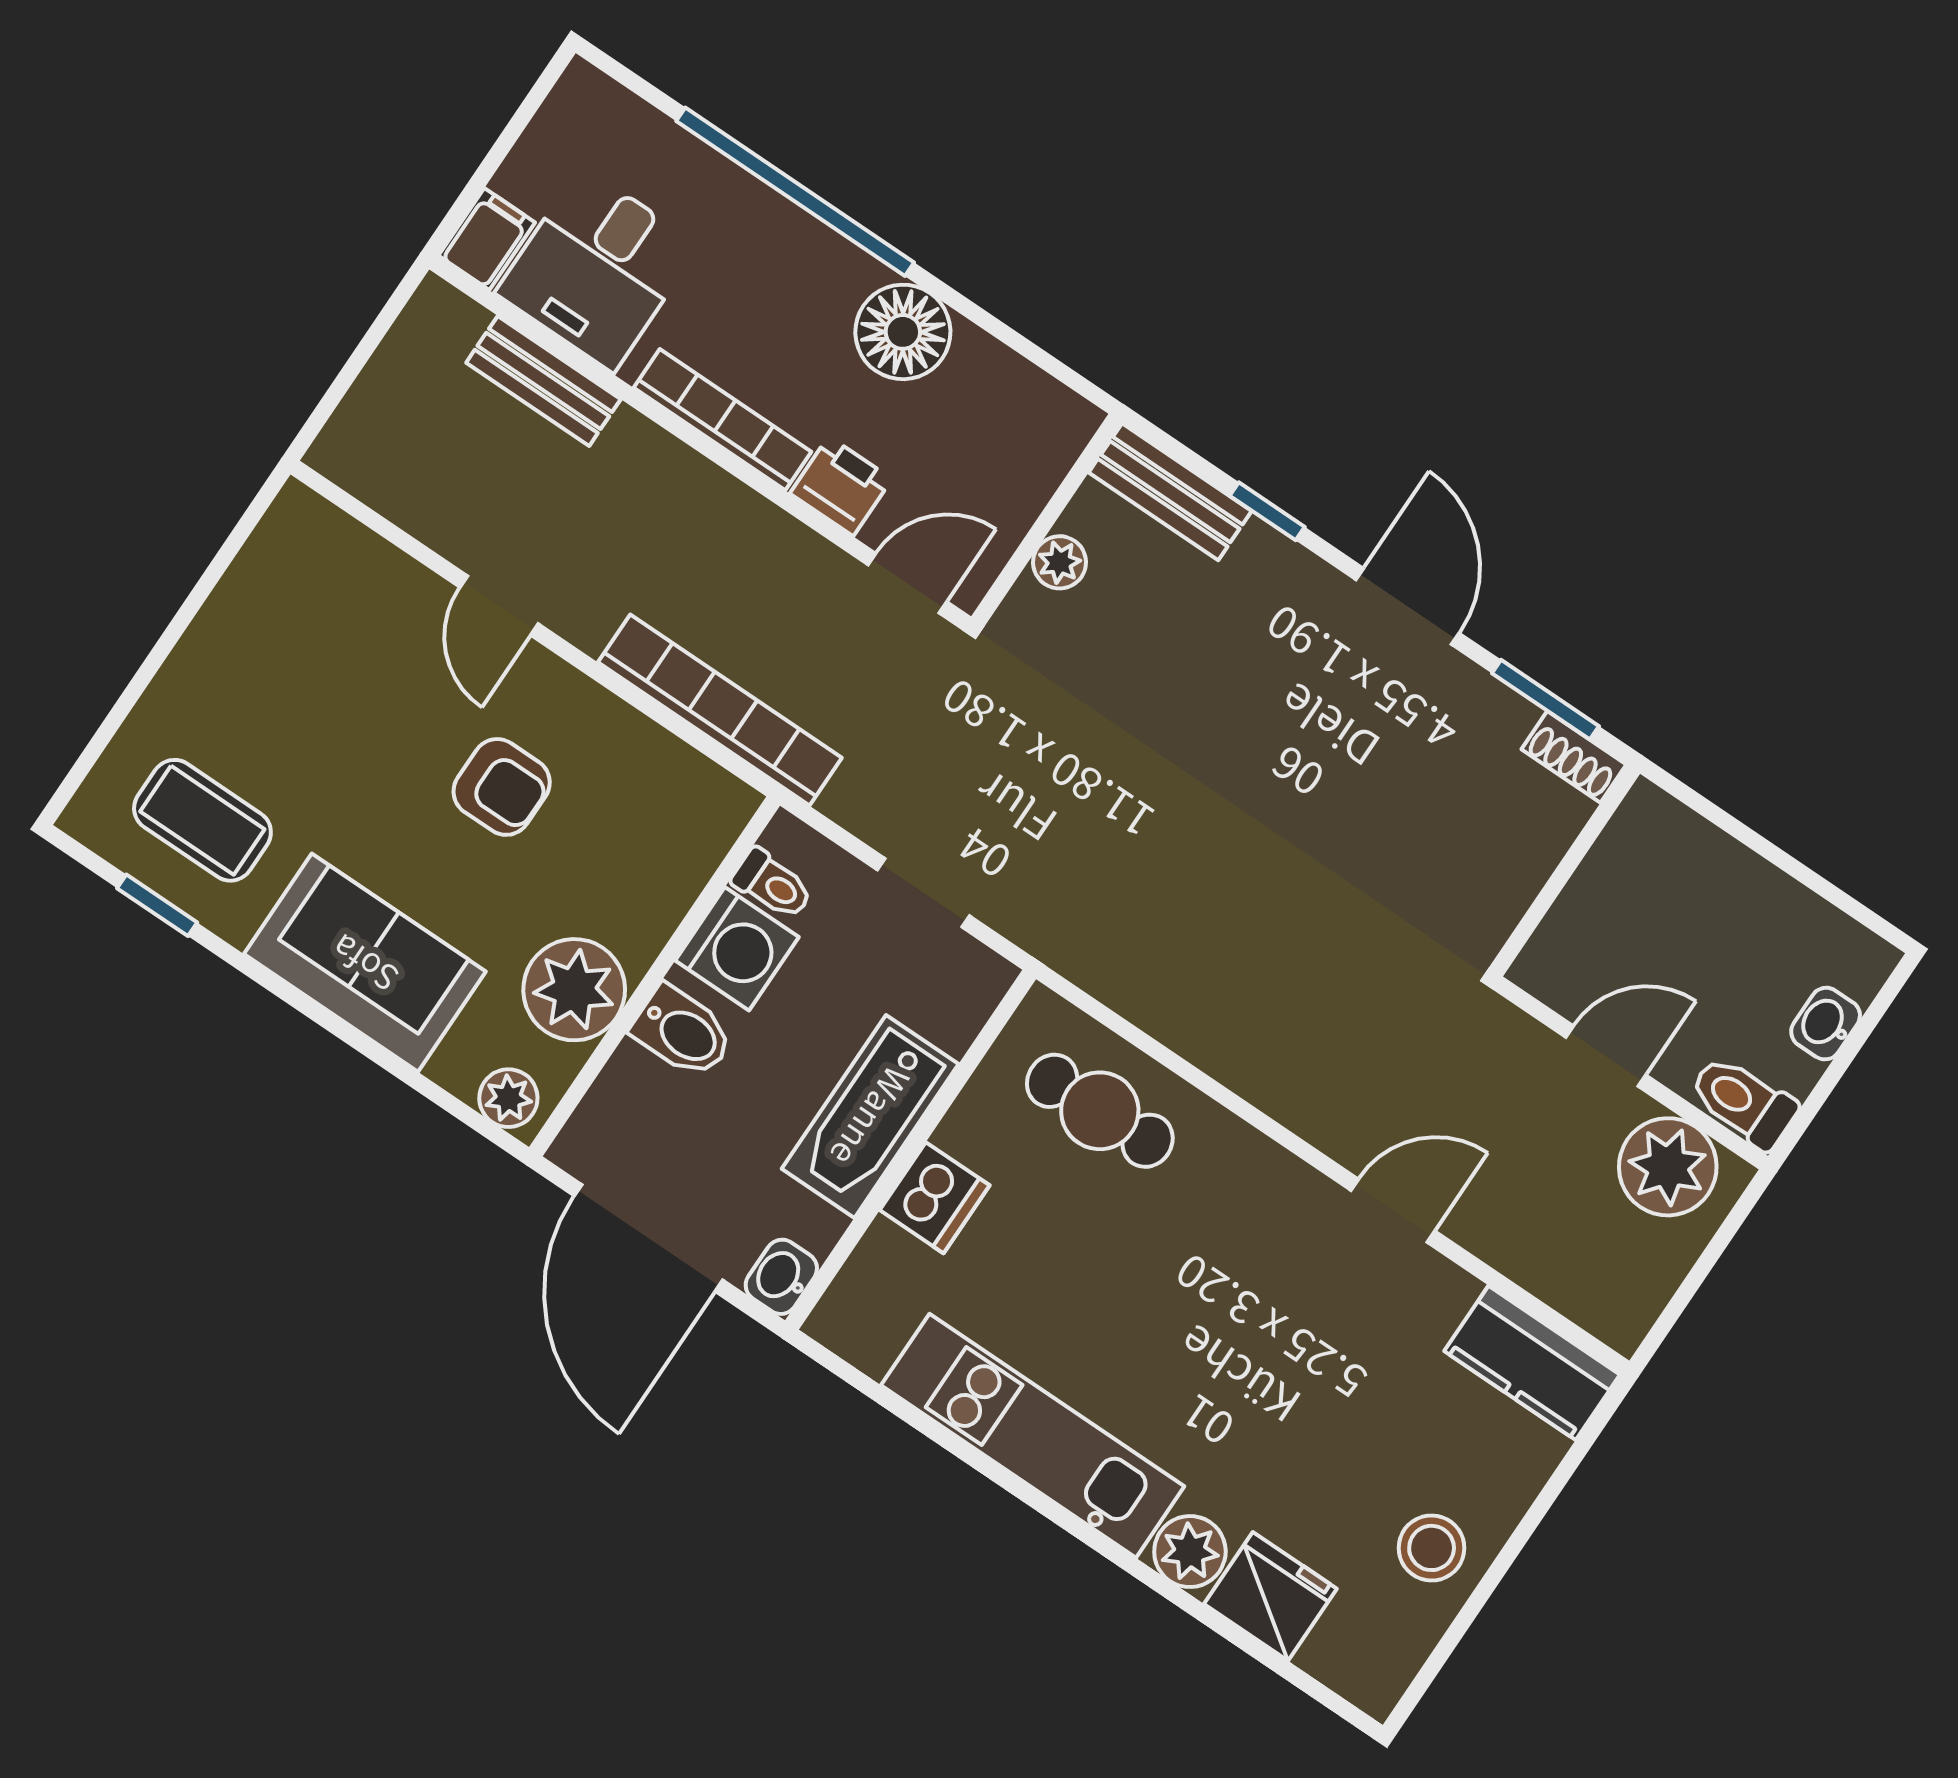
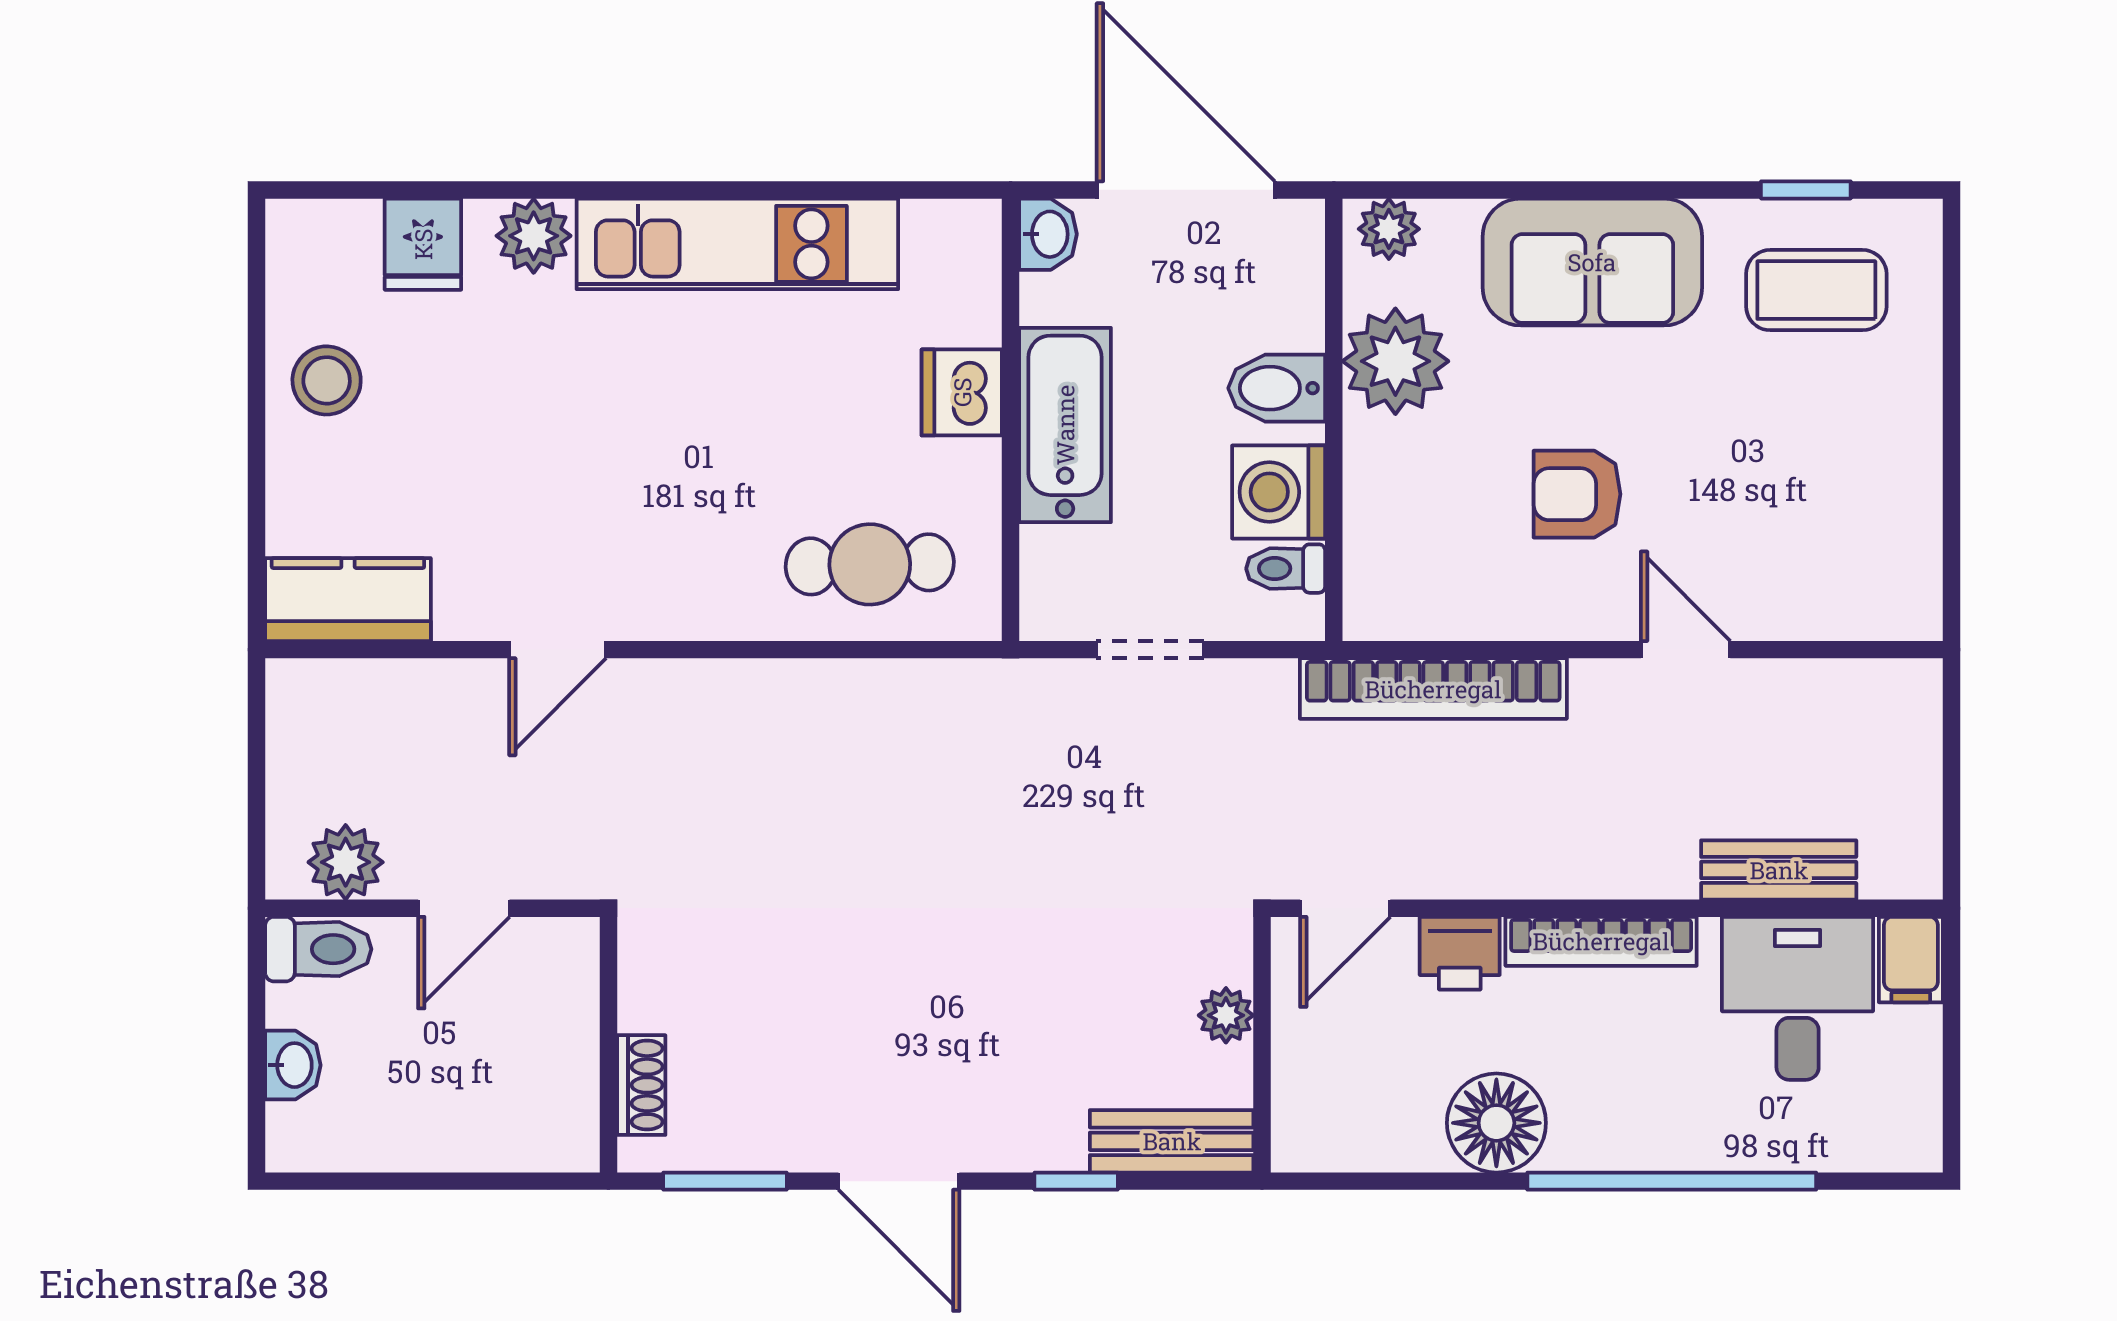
shoe rack: (1574, 757) -> (641, 1085), moved, turned 90
plant: (1668, 1167) -> (346, 862), width x0.73, depth x0.73
fridge: (1270, 1596) -> (423, 244), width x0.72

